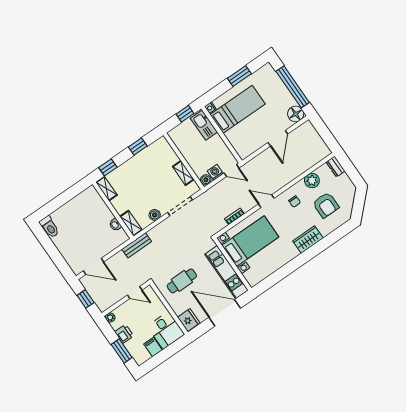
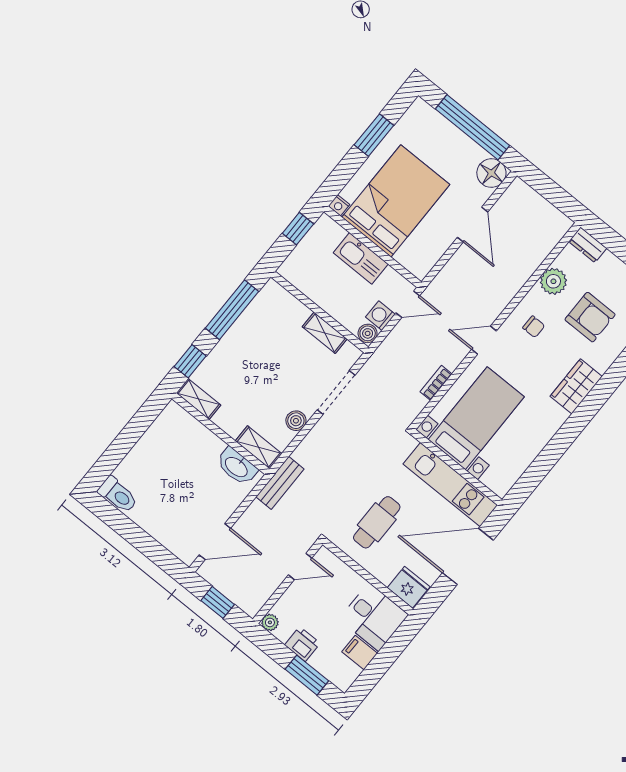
bed: (238, 109) -> (396, 201), width x1.50
kitchen sink: (204, 125) -> (361, 258), moved
window: (138, 147) -> (232, 310), width x2.17
washbasin: (115, 225) -> (237, 466), width x1.91, depth x1.45

